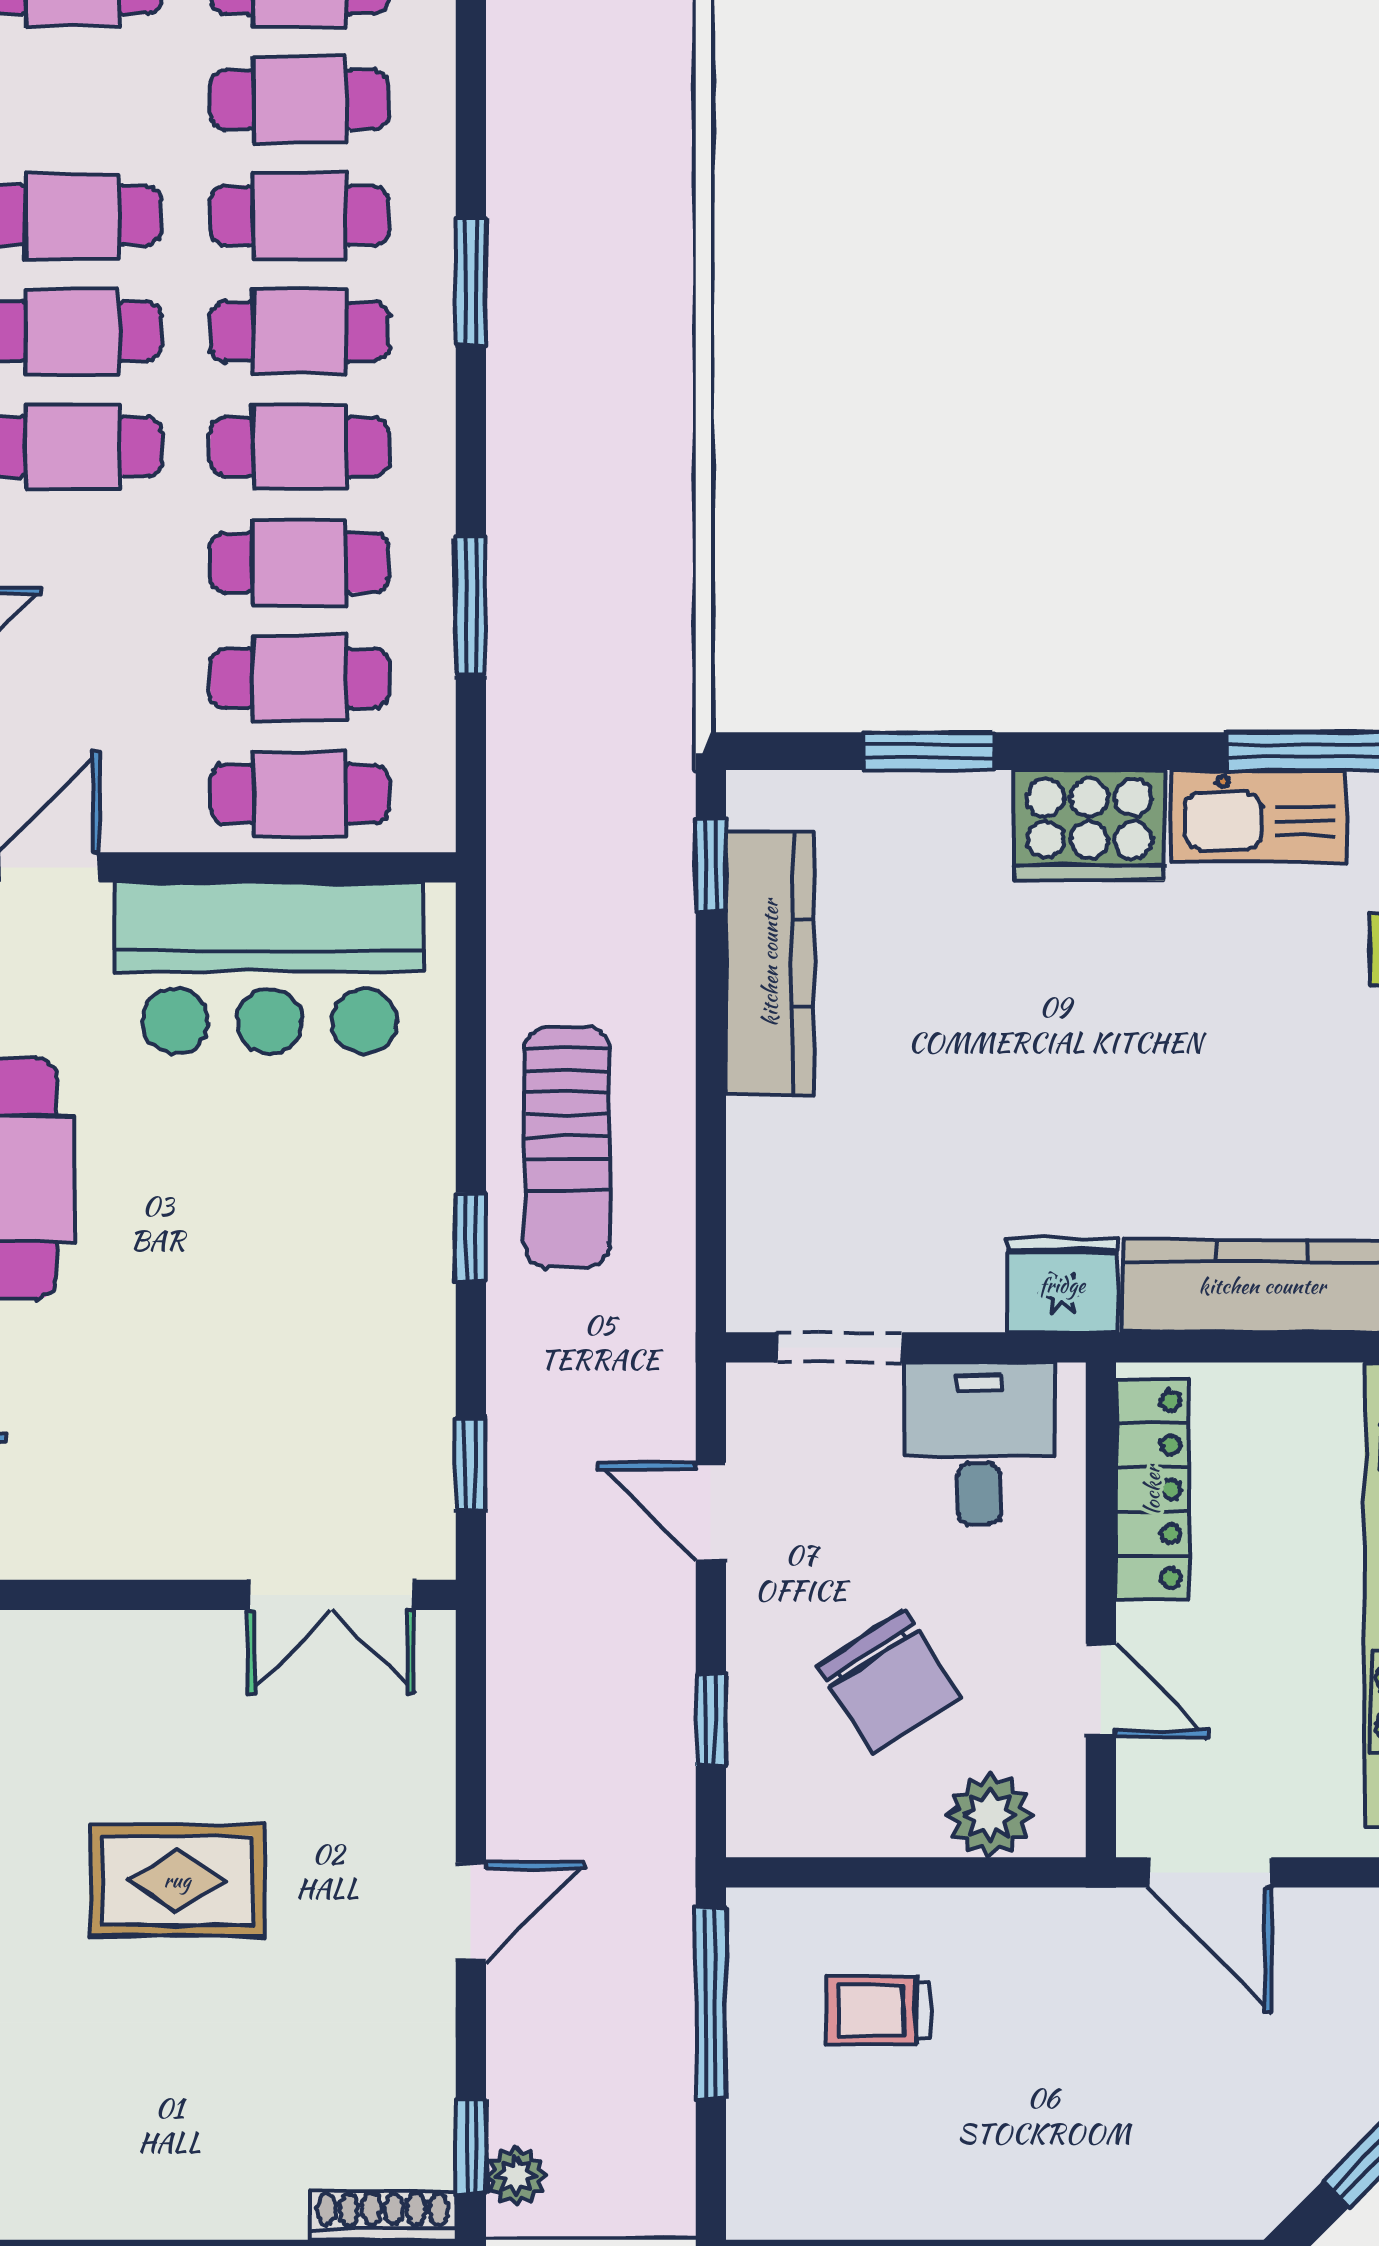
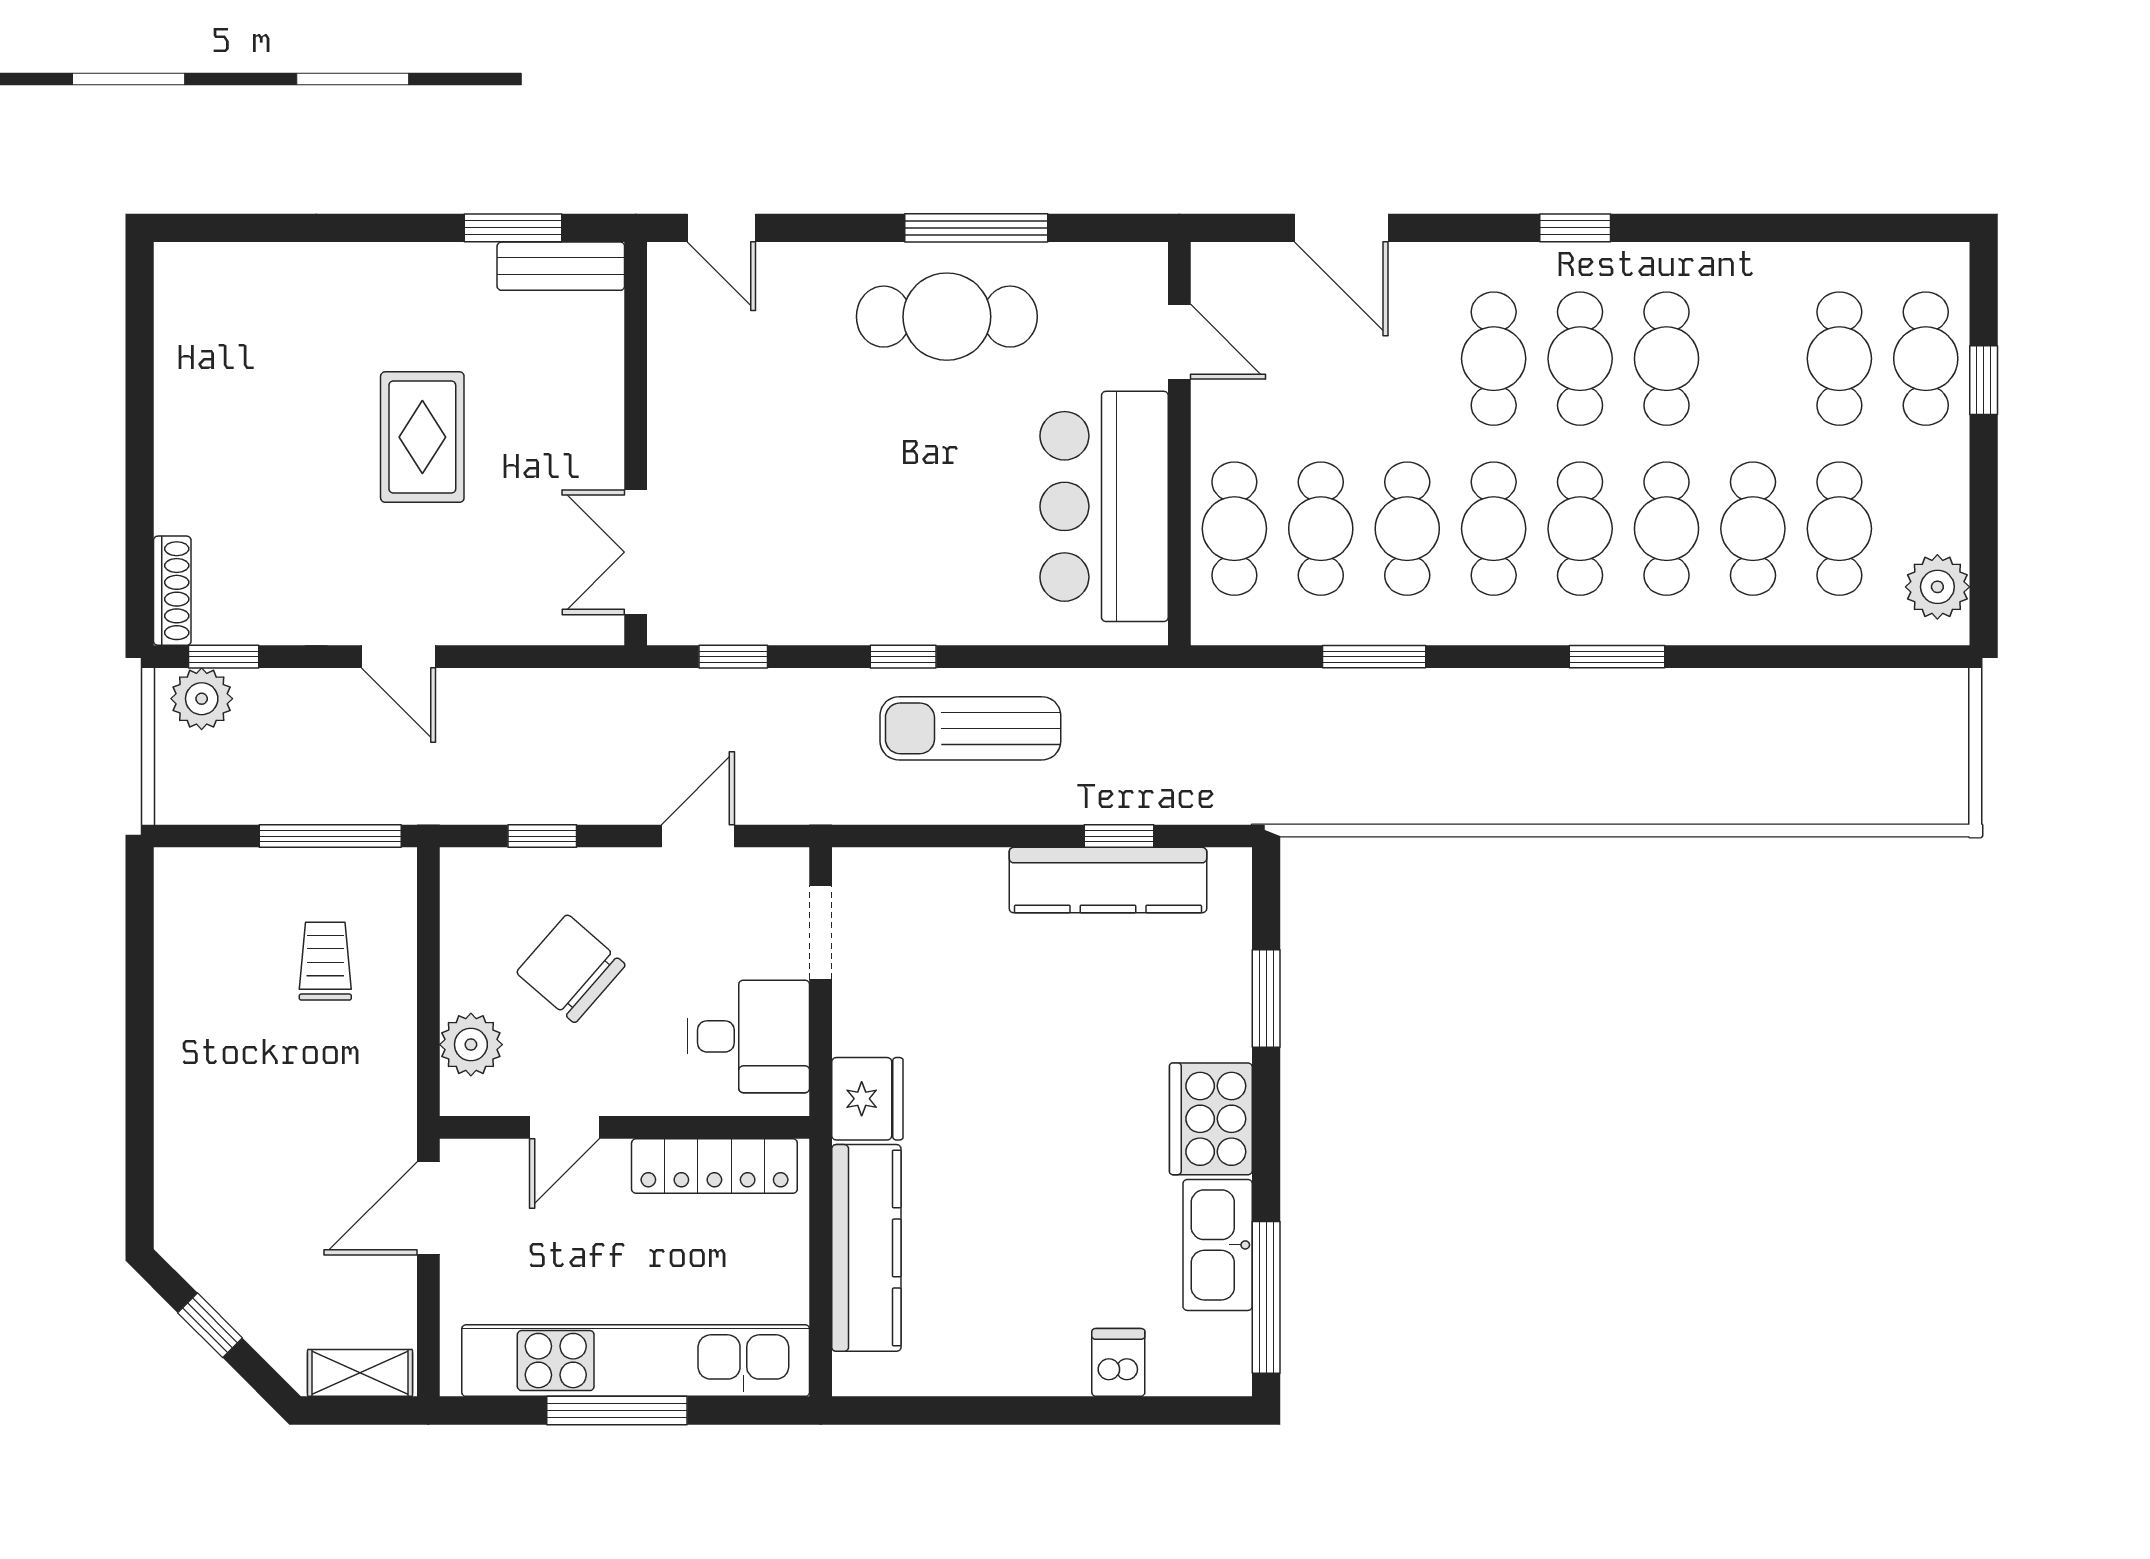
window: (711, 865) -> (1119, 836), moved
chair: (888, 1682) -> (571, 969), turned 74
plant: (516, 2176) -> (202, 699), width x1.38, depth x1.38

